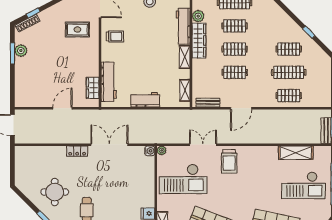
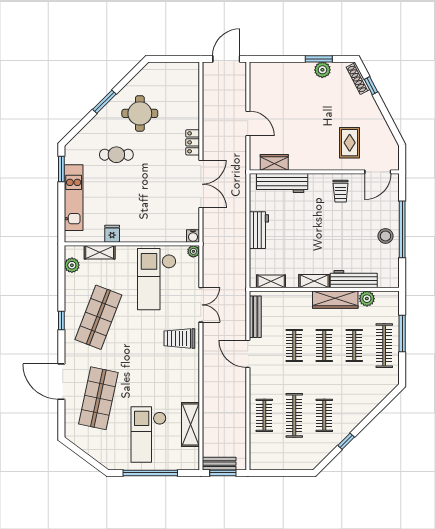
bench: (208, 103) -> (255, 317), width x1.36

